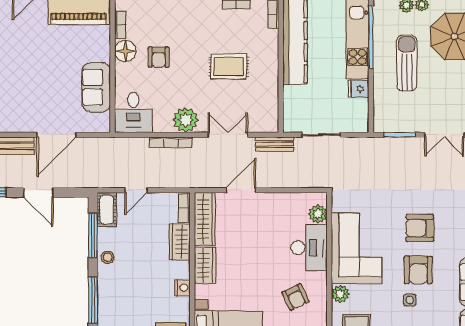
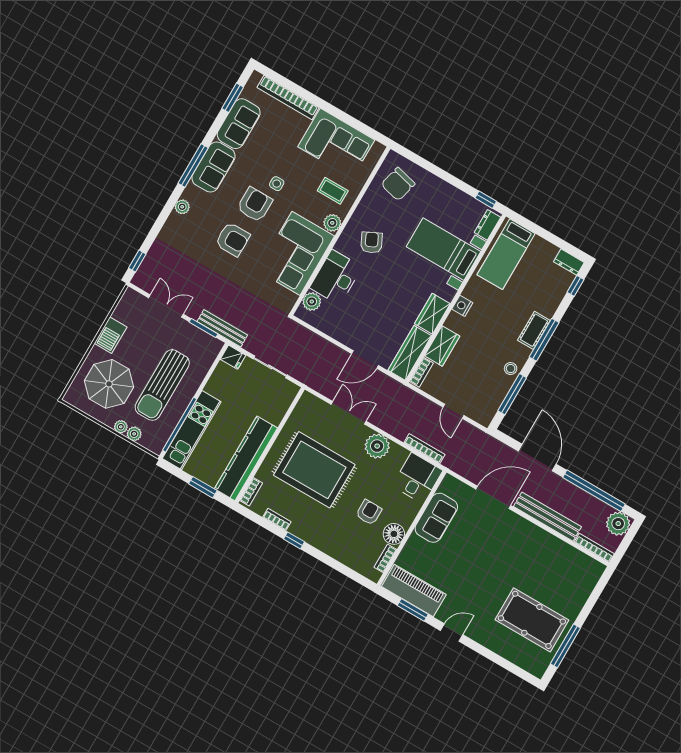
sun lounger: (407, 63) -> (162, 385), width x1.36, depth x1.34
rug: (229, 67) -> (314, 470), width x1.86, depth x2.06
fridge: (359, 89) -> (233, 357), moved
double door: (228, 135) -> (349, 413), swing flipped
bookcase: (171, 142) -> (424, 449), moved
bench: (275, 144) -> (222, 328), moved, width x1.36
door: (136, 190) -> (454, 411), swing flipped
door: (38, 192) -> (537, 458), width x1.36
cot: (107, 210) -> (534, 330), moved

